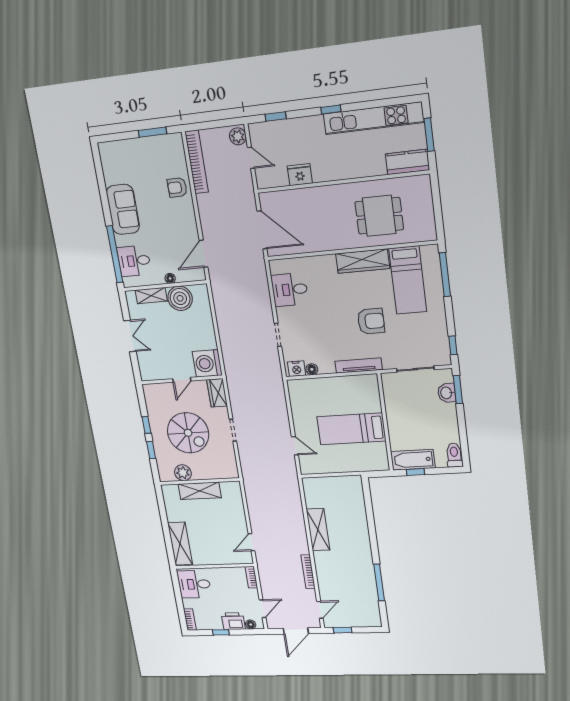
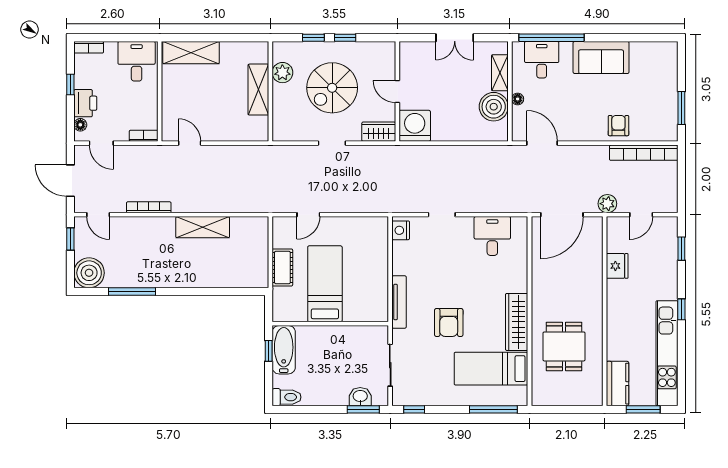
plant: (238, 136) -> (607, 204), moved
floor lamp: (312, 369) -> (399, 248), removed
cot: (342, 464) -> (282, 267), added
boiler: (368, 616) -> (89, 273), added

